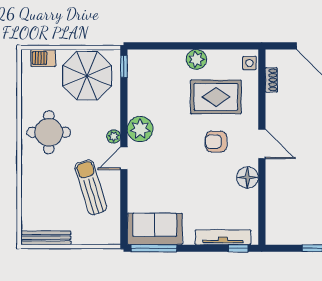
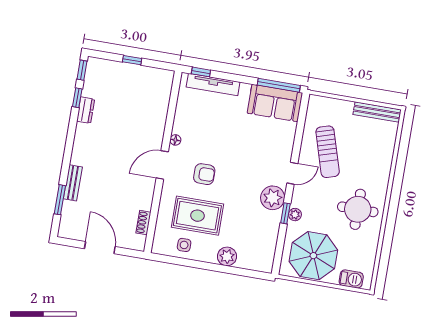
plant: (196, 59) -> (227, 256), moved
side table: (249, 63) -> (184, 245), moved
window: (124, 66) -> (285, 213), moved
plant: (114, 136) -> (295, 215), moved
door: (262, 144) -> (162, 165), hinge flipped
floor lamp: (247, 177) -> (175, 140), width x0.53, depth x0.53

